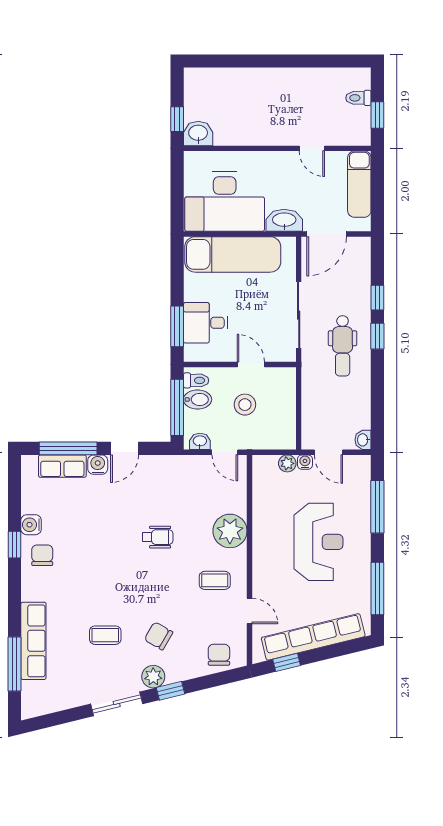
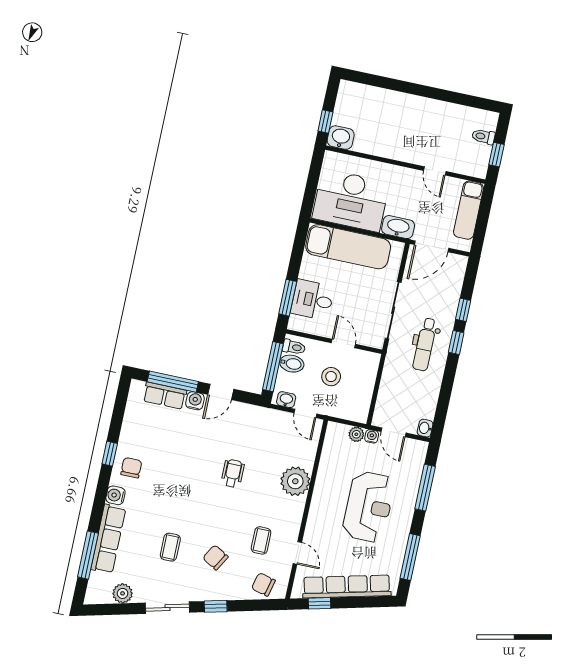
water cooler: (31, 525) -> (115, 495), moved
wheelchair: (158, 537) -> (233, 473), turned -90
coffee table: (215, 580) -> (261, 540), moved, turned 90
coffee table: (105, 635) -> (170, 547), turned 90
chair: (219, 655) -> (263, 584), turned -76
plant: (153, 677) -> (123, 593), moved

